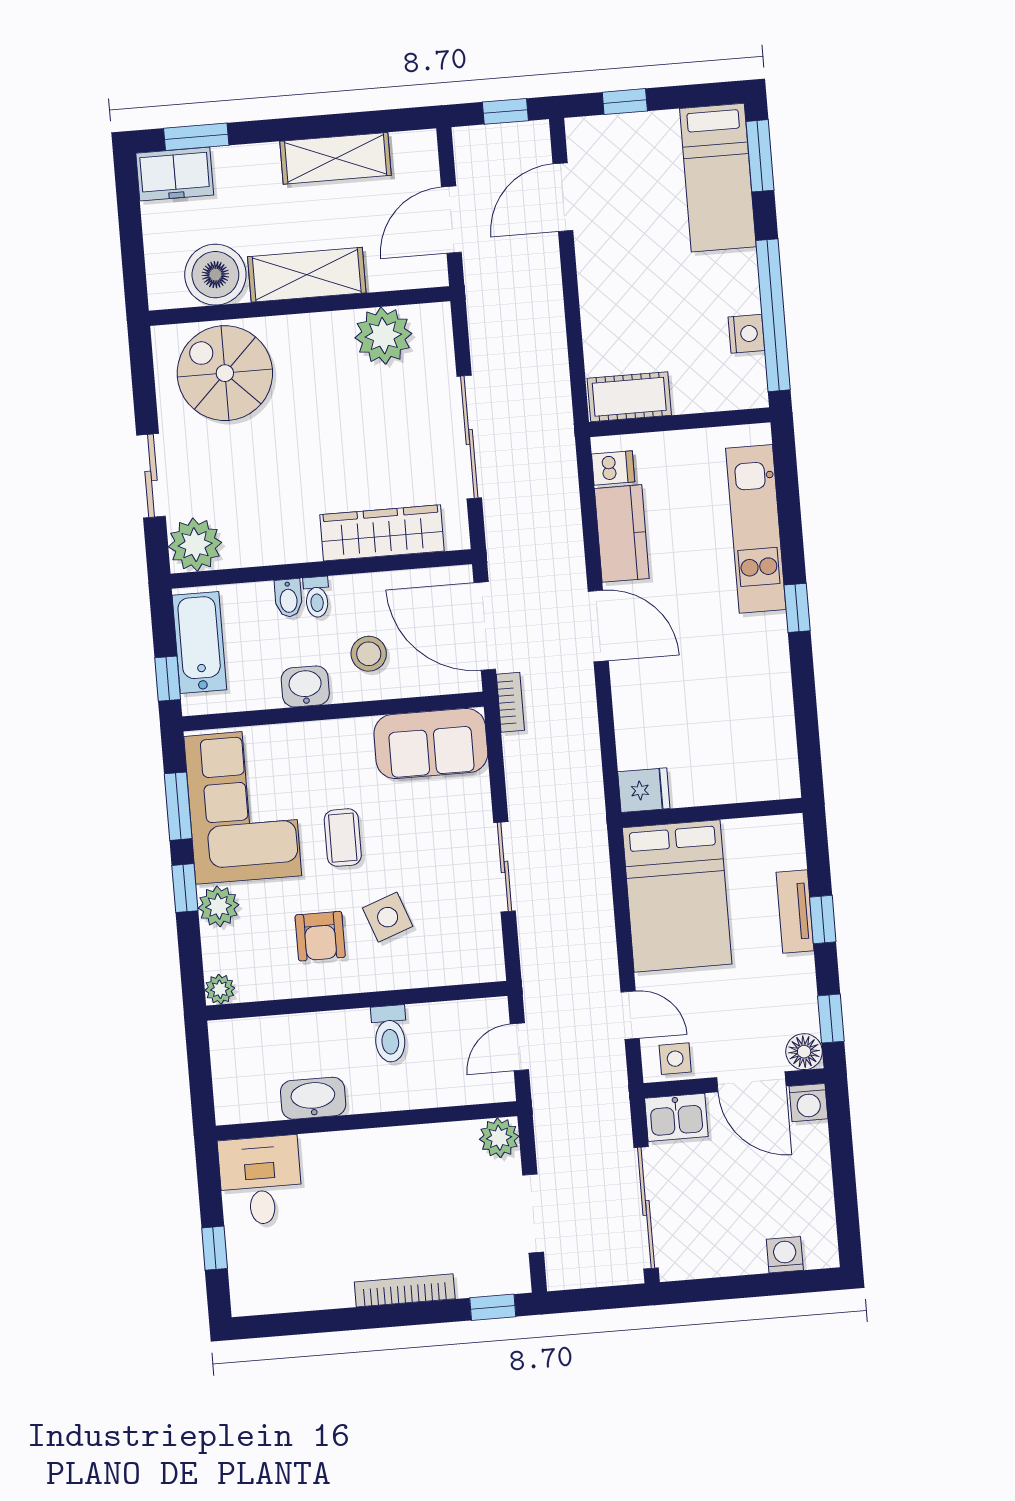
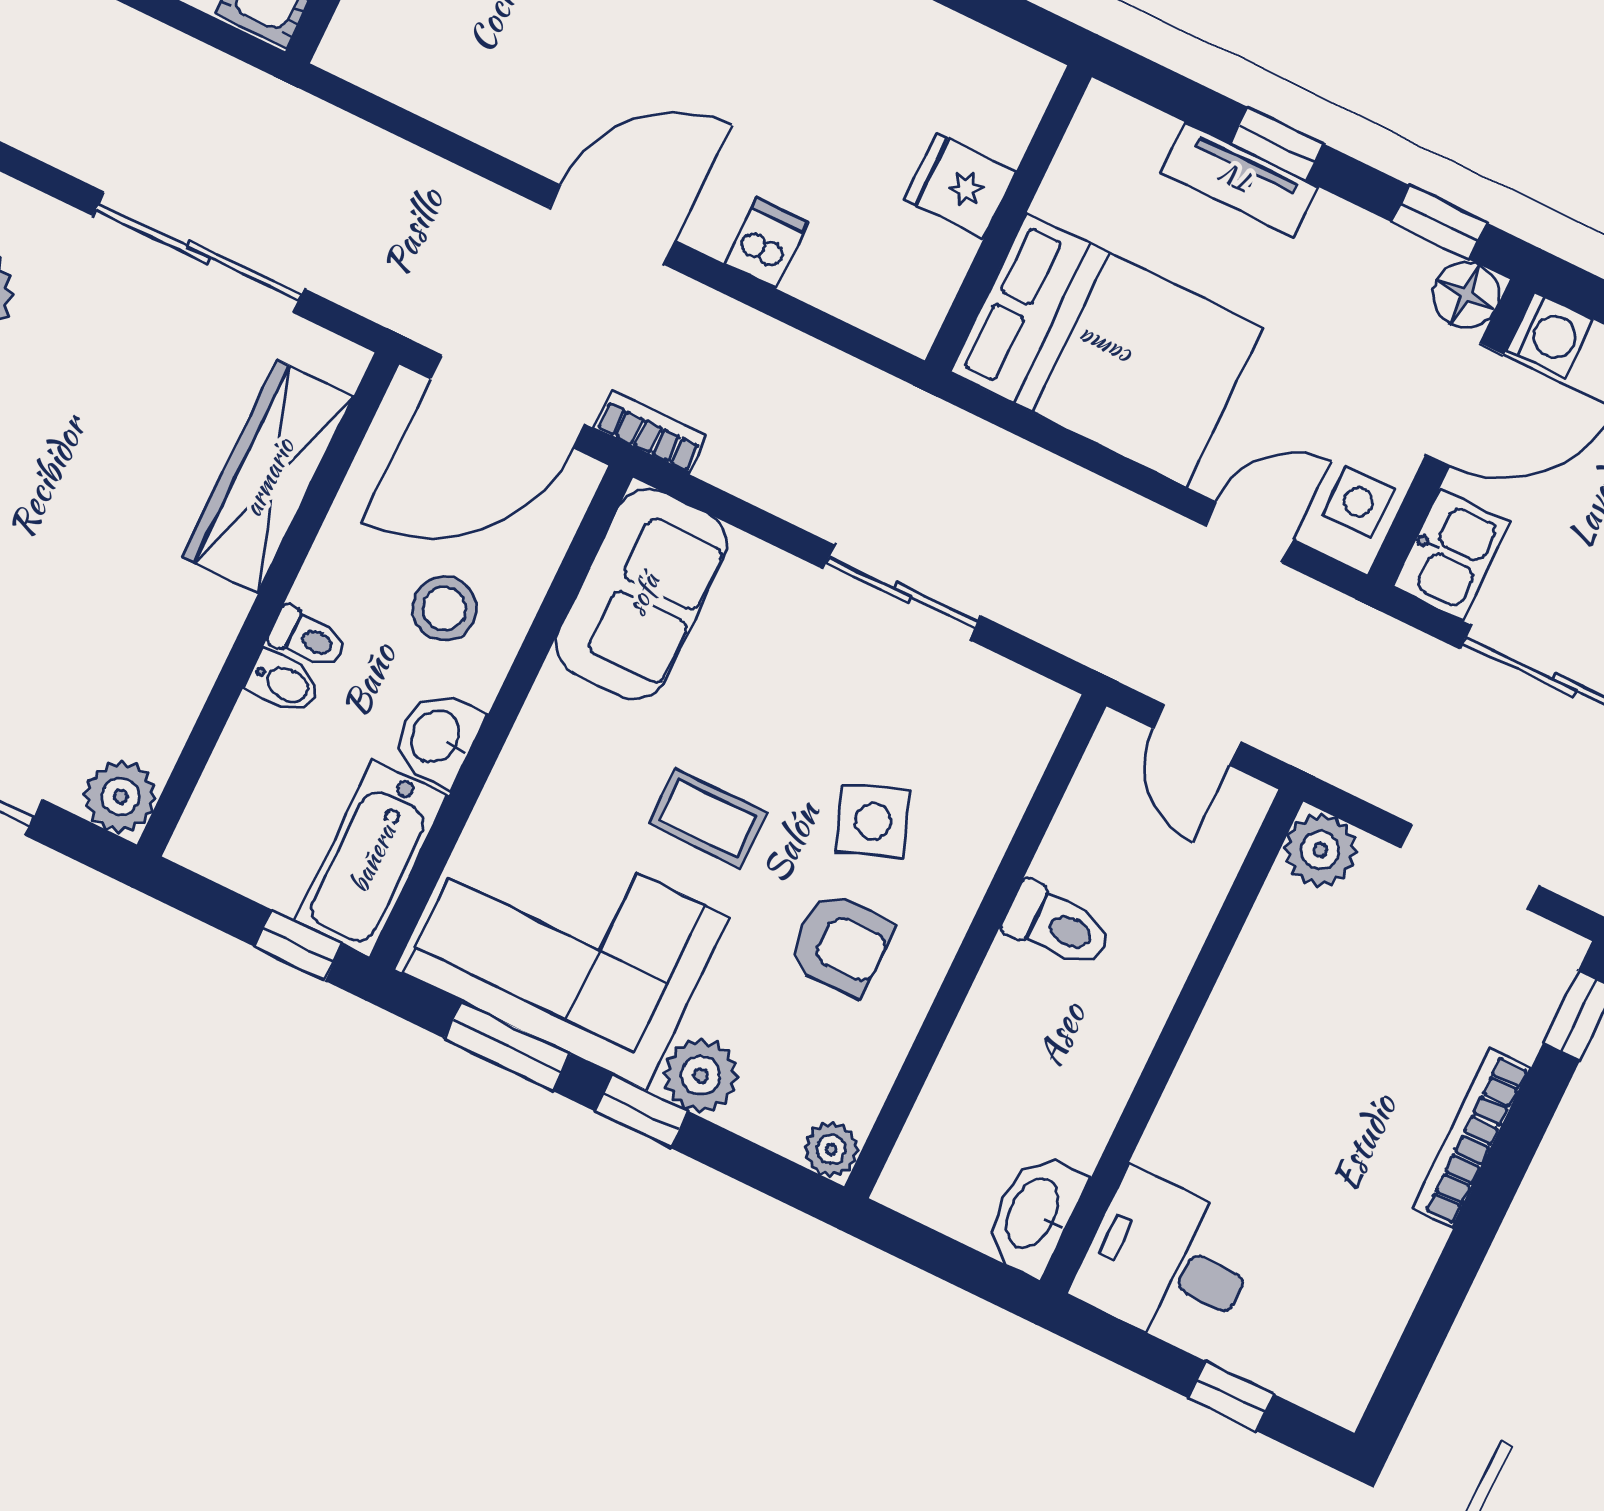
dishwasher: (613, 468) -> (766, 243), moved
kitchen counter: (622, 533) -> (489, 103), removed
plant: (195, 545) -> (120, 797), width x0.73, depth x0.73
bathtub: (199, 642) -> (372, 858), moved, turned -90
fridge: (644, 790) -> (960, 185), moved, turned -90
washbasin: (313, 1098) -> (1034, 1214), moved

